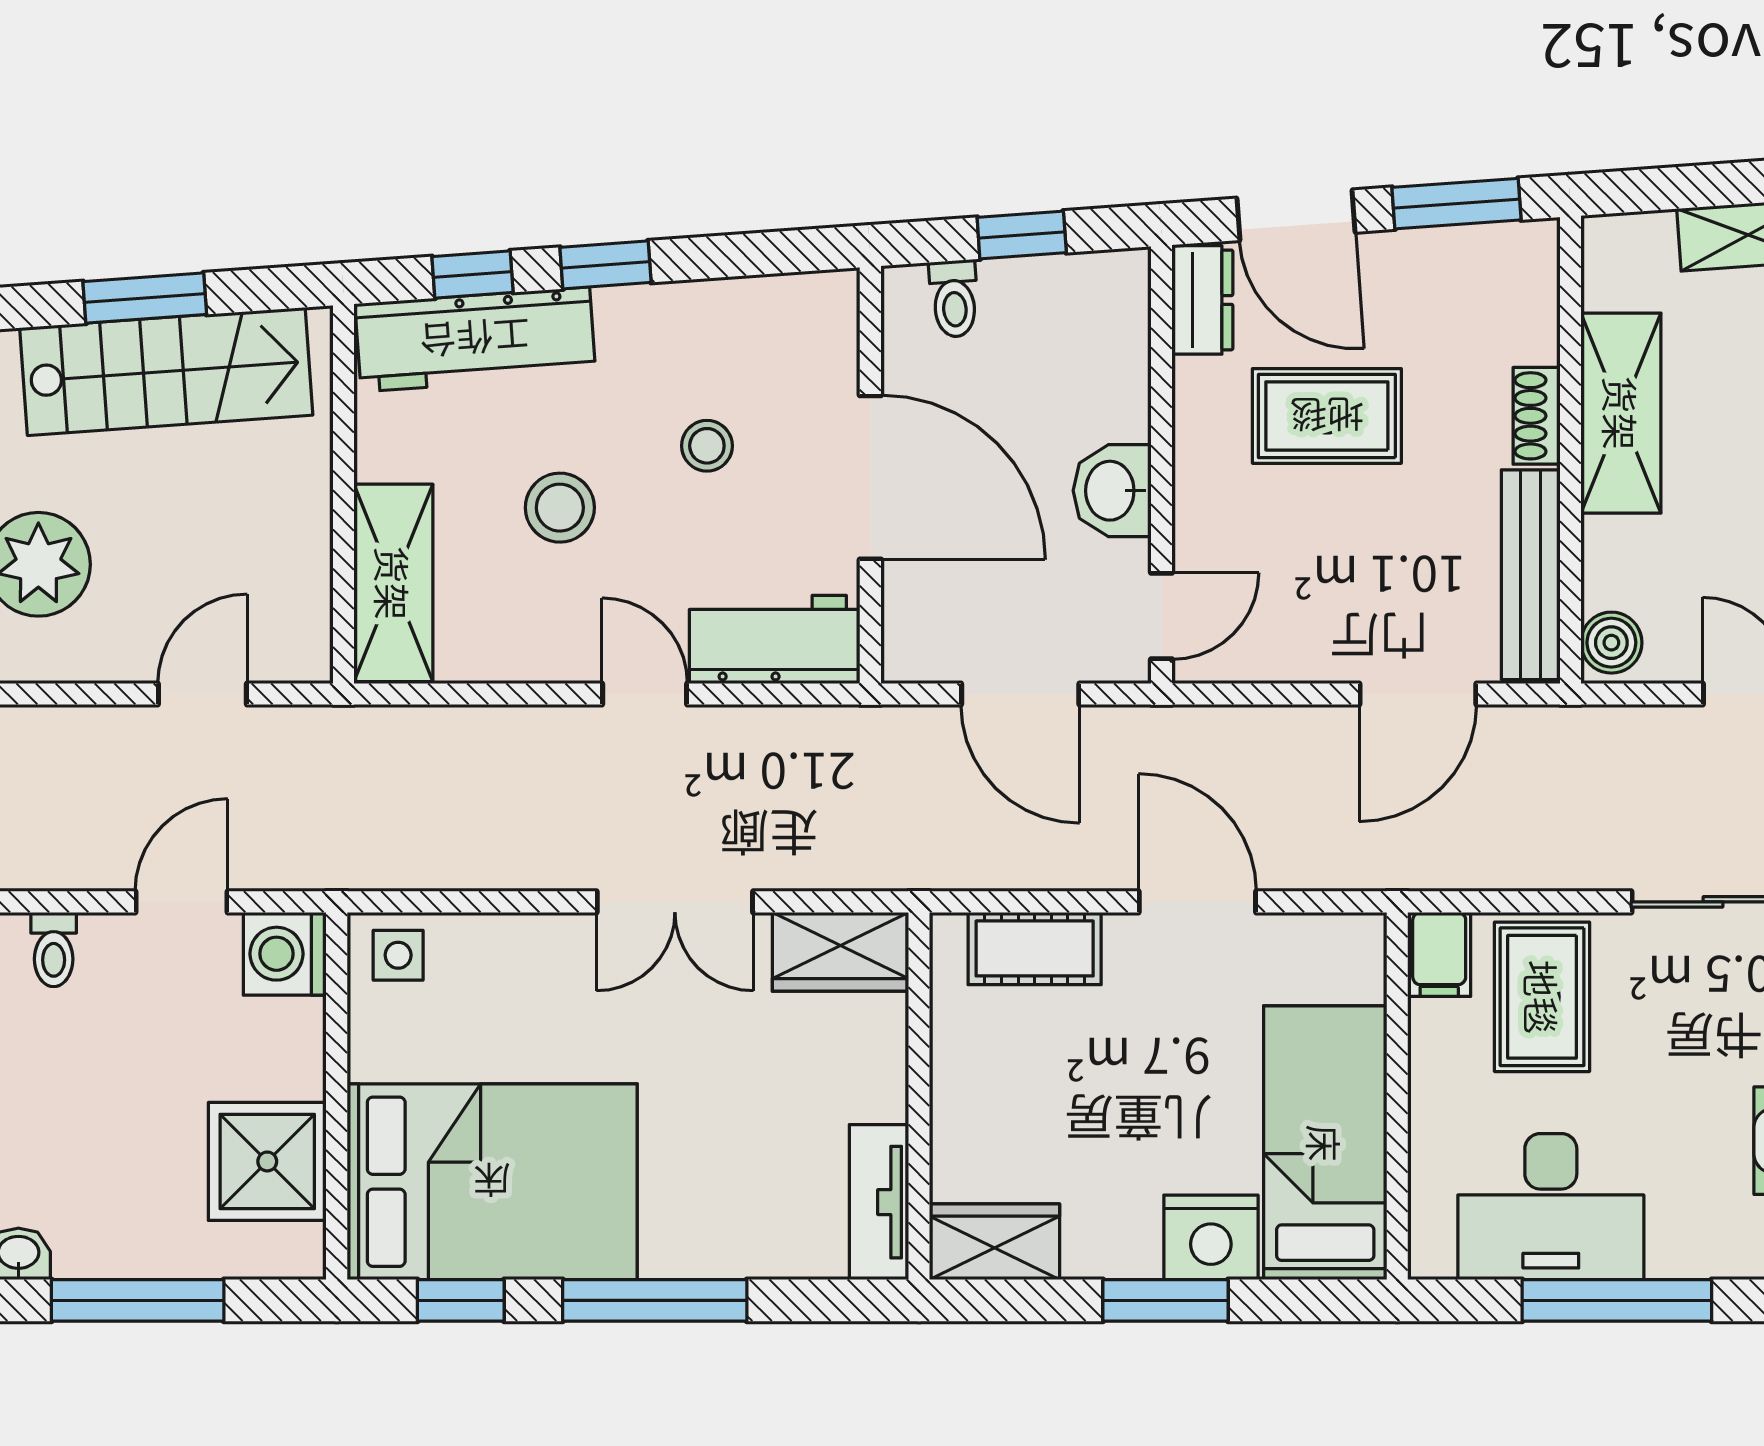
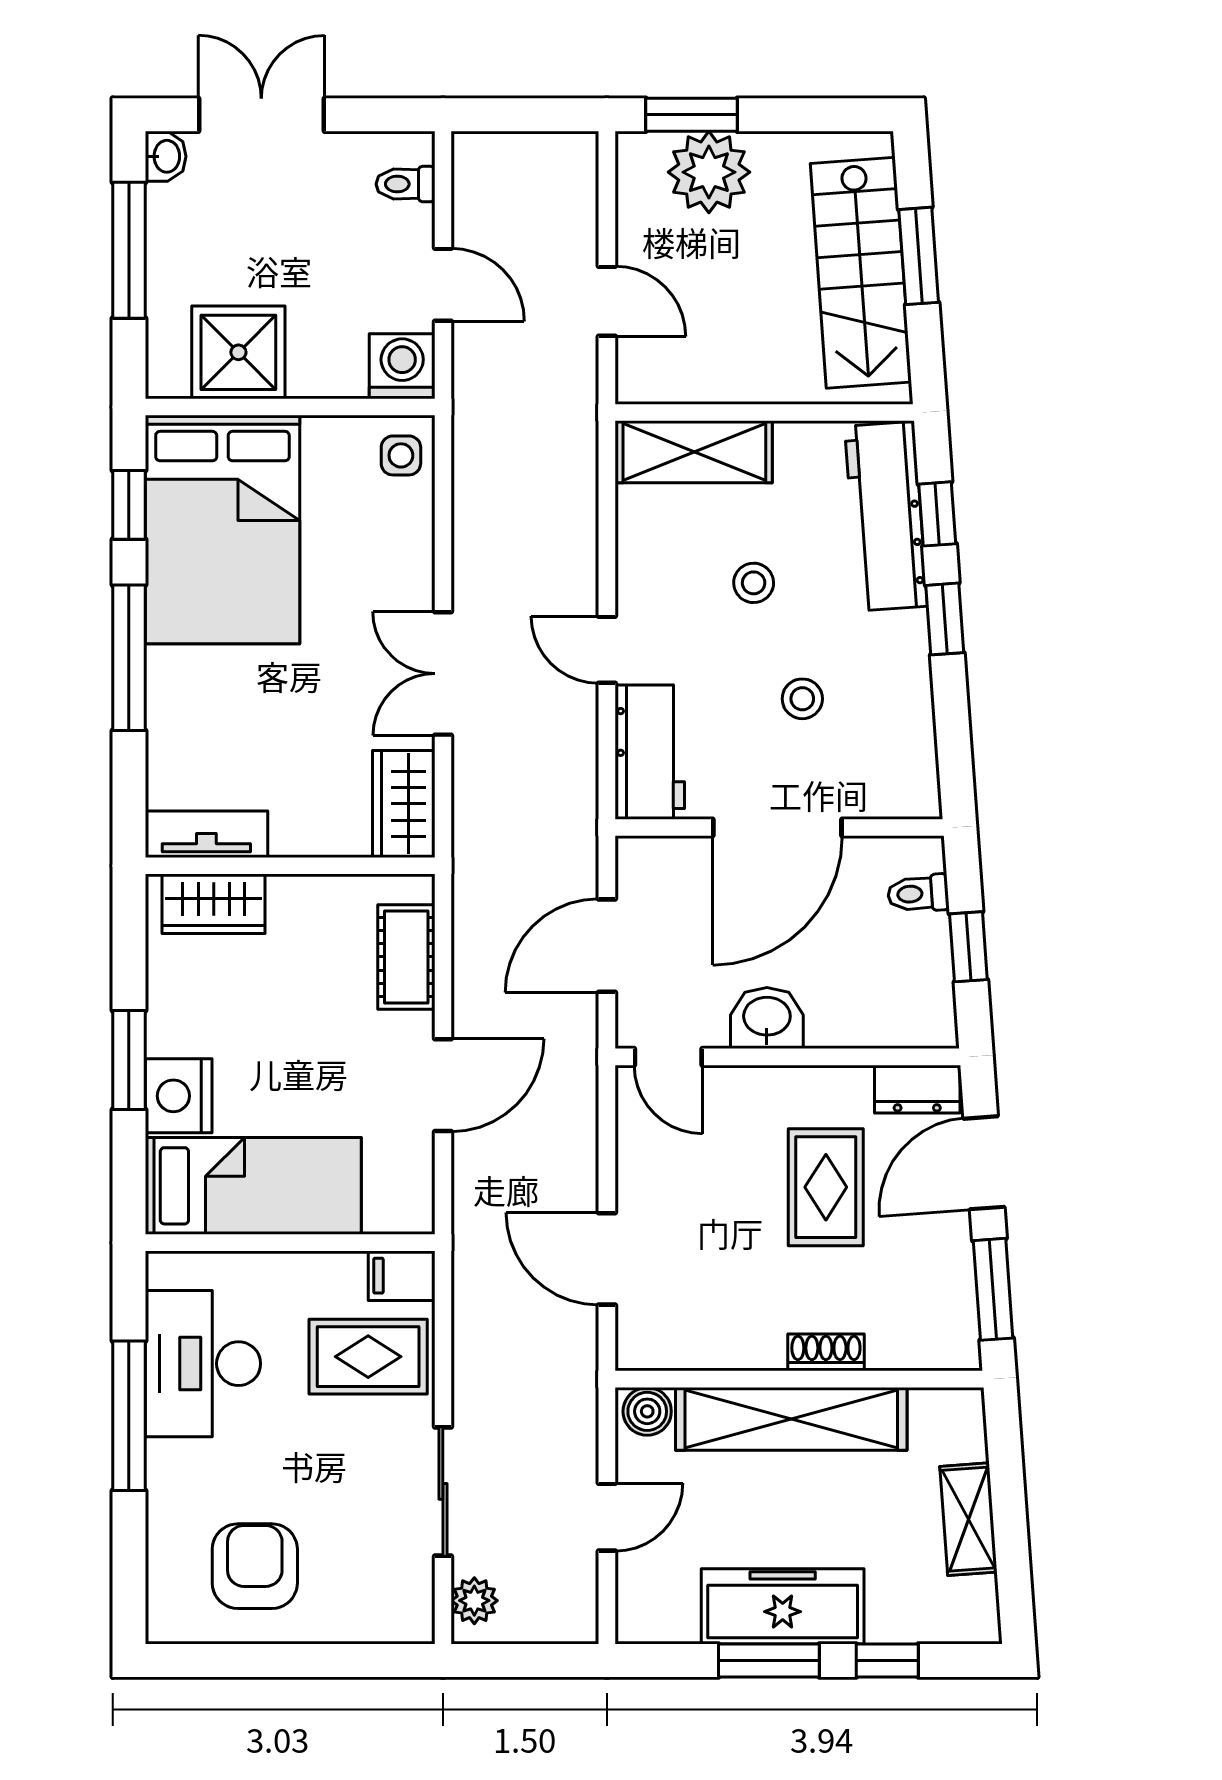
shelving: (1621, 413) -> (791, 1419), width x1.47
stool: (560, 508) -> (754, 583), width x0.73, depth x0.73
bench: (1531, 575) -> (701, 1348), removed
door: (645, 694) -> (607, 650), swing flipped
wardrobe: (995, 1242) -> (214, 904), moved, turned 90

